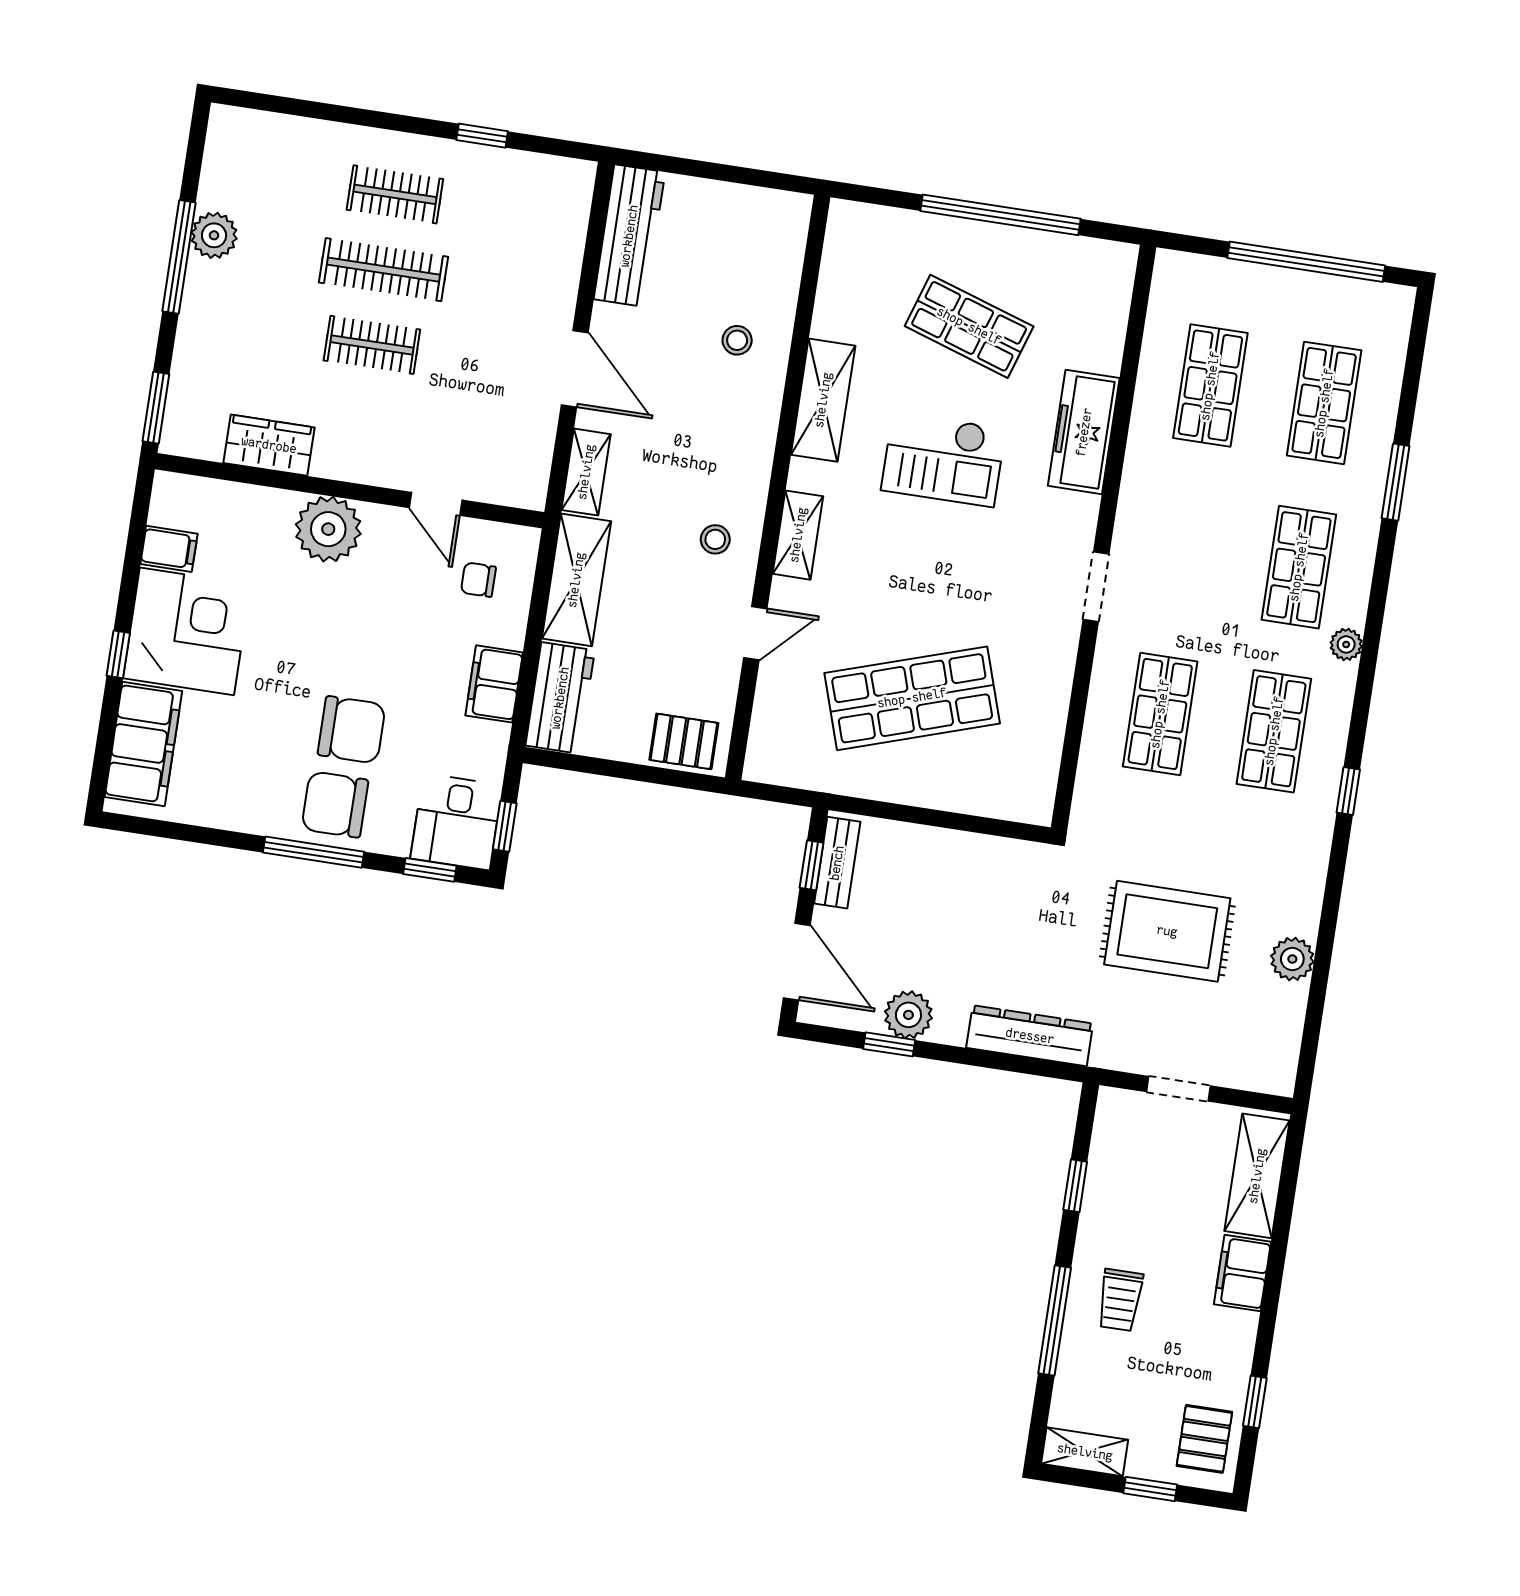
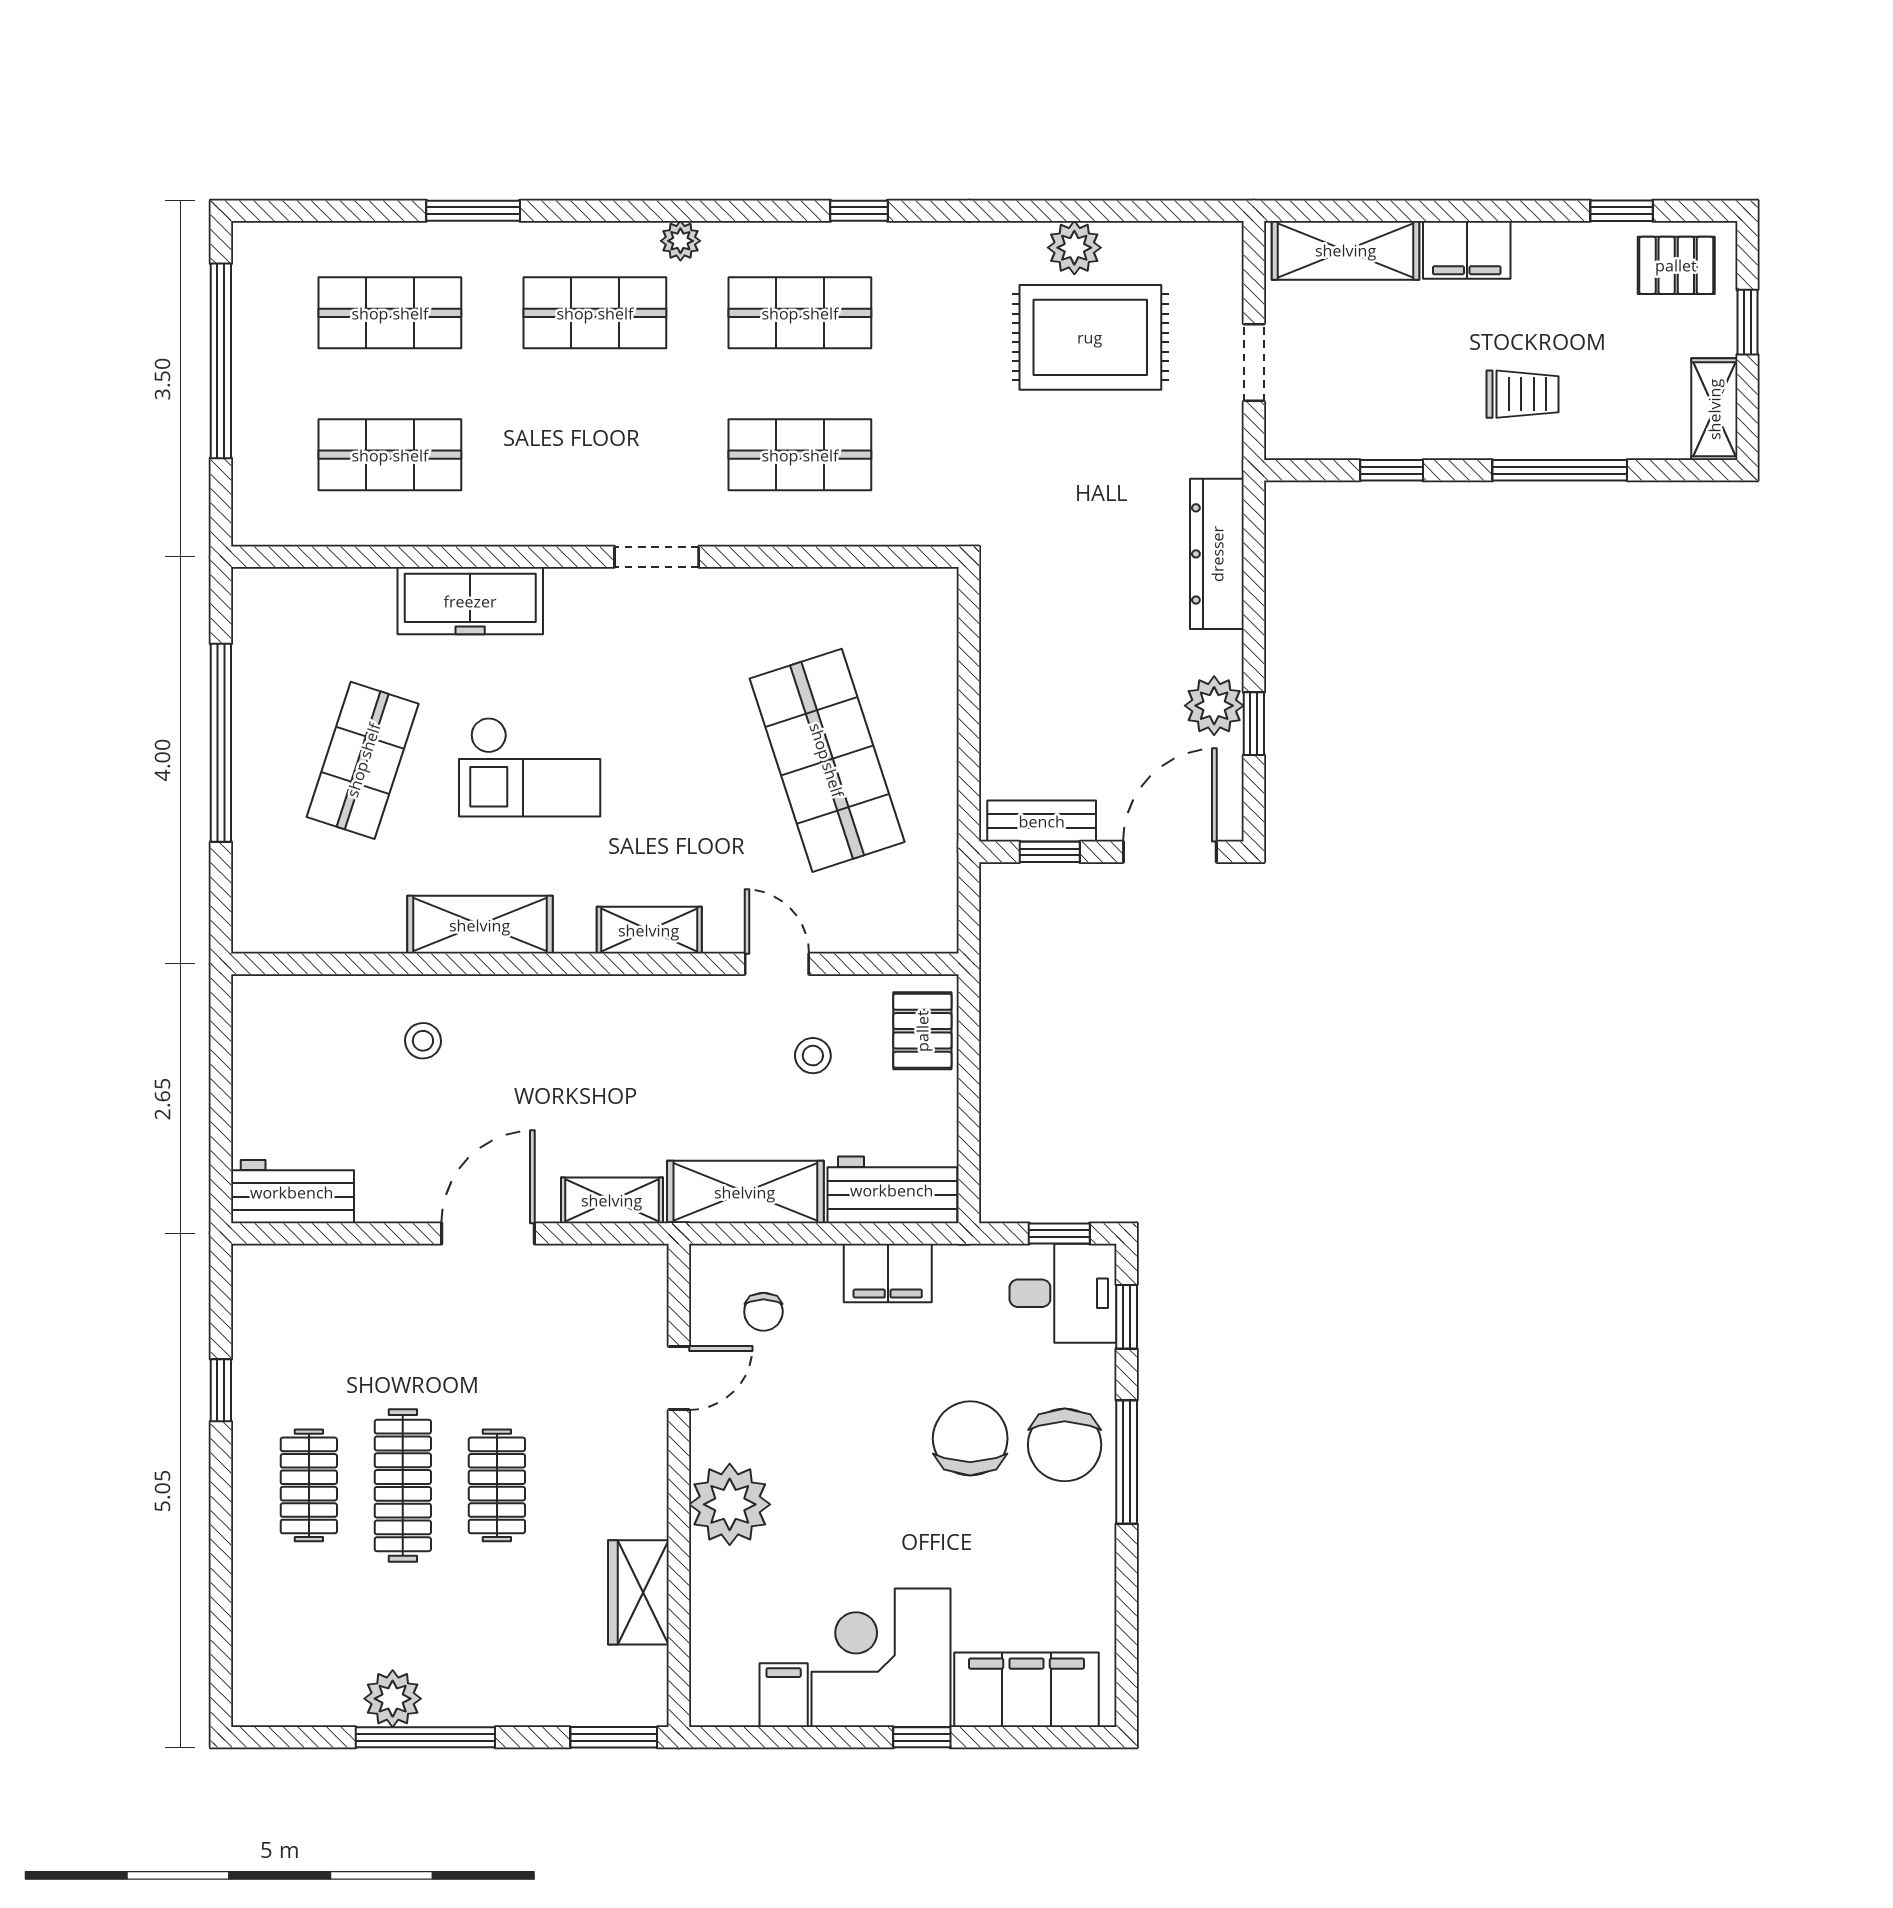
workbench: (629, 236) -> (292, 1192), width x0.73
checkout: (943, 459) -> (530, 767), turned 90
stool: (715, 539) -> (813, 1056), moved
rug: (1167, 931) -> (1090, 337), moved, turned 90

